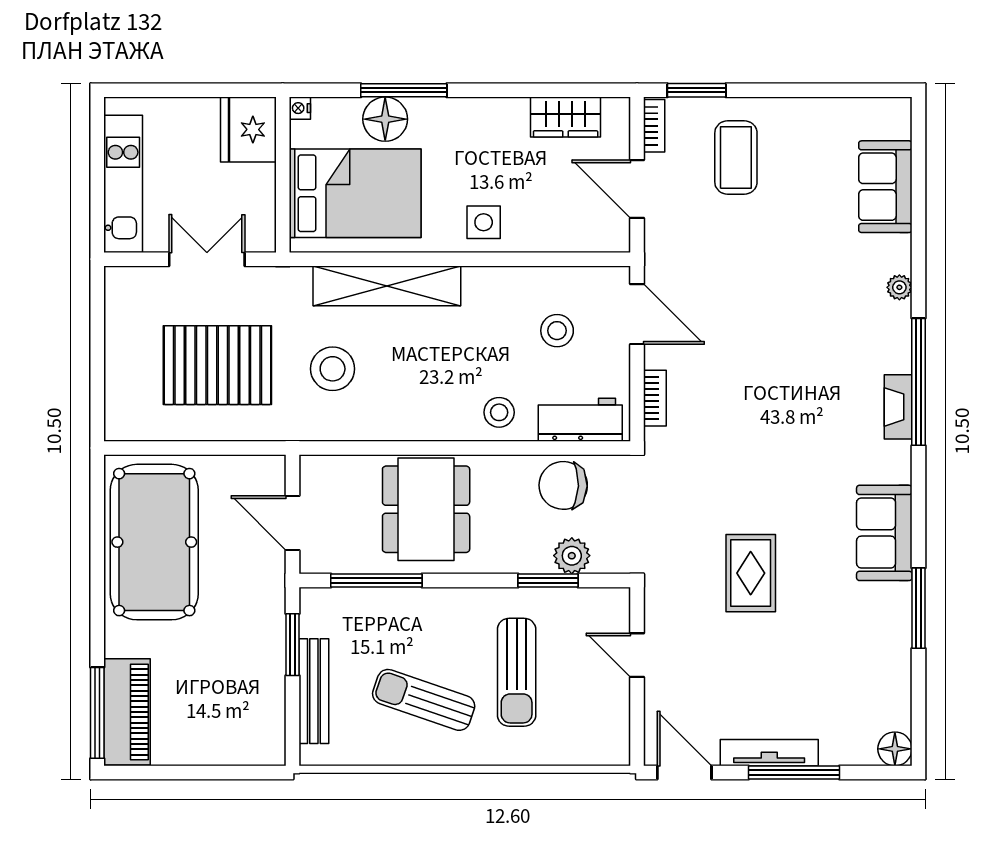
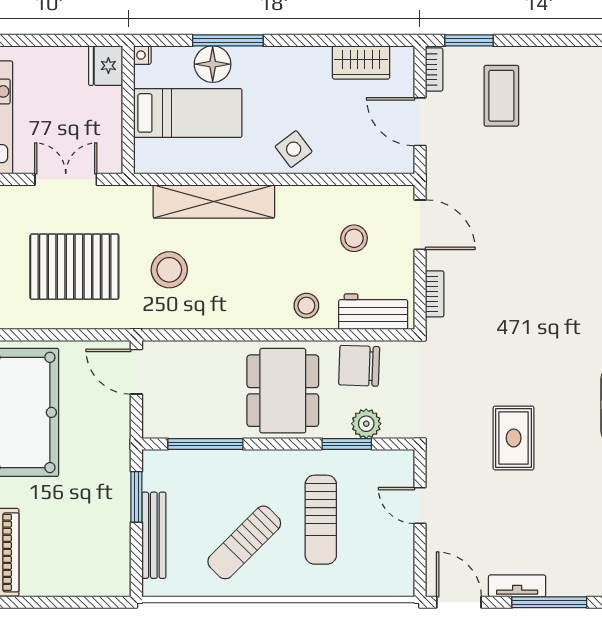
fridge: (248, 129) -> (106, 66), width x0.73, depth x0.75
bed: (355, 193) -> (188, 113), width x0.67
side table: (484, 222) -> (294, 149), turned -37
dining table: (426, 509) -> (283, 391), moved
door: (293, 523) -> (136, 372), moved
sun lounger: (424, 700) -> (244, 542), turned -64
tv unit: (769, 753) -> (517, 586), width x0.71

